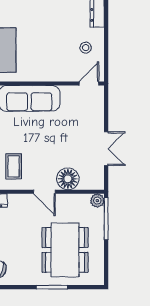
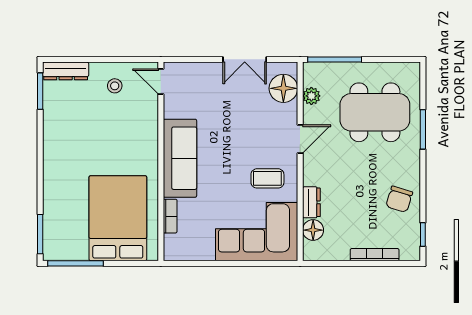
double door: (106, 149) -> (245, 59), swing flipped
floor lamp: (68, 179) -> (283, 88), moved
plant: (97, 201) -> (311, 96), moved

